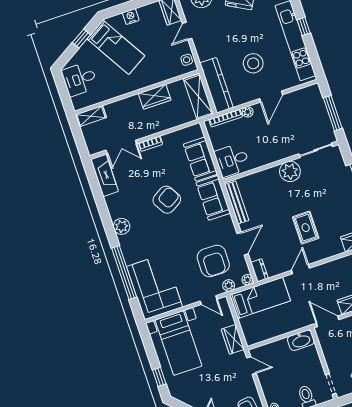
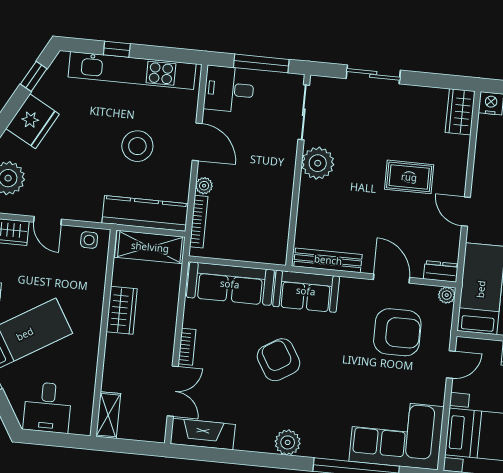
sofa: (200, 159) -> (230, 284), width x1.36
desk: (232, 160) -> (229, 89), moved, turned 90
plant: (229, 285) -> (443, 326), removed

